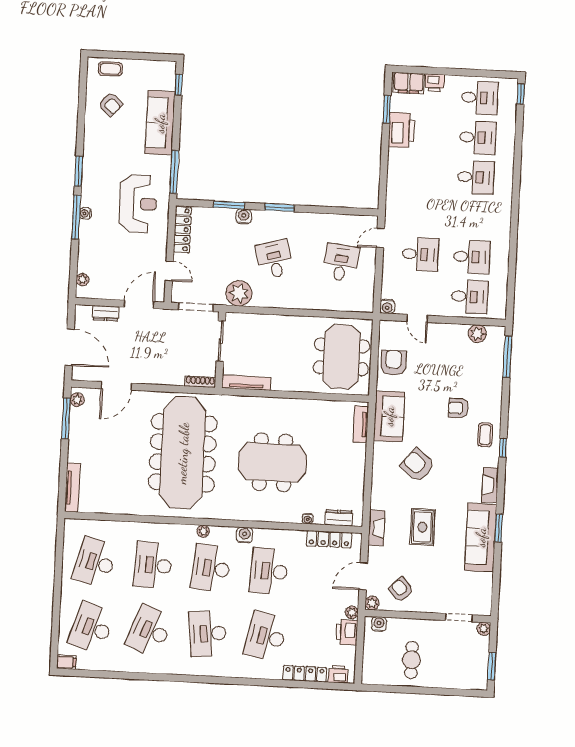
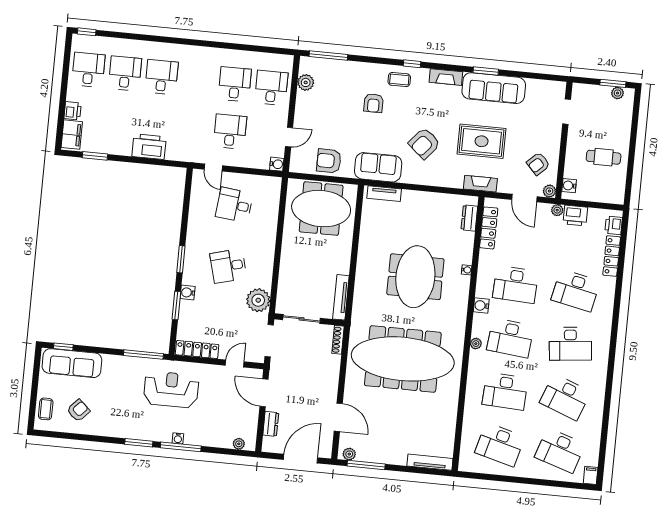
sofa: (160, 123) -> (72, 363), moved
printer: (402, 130) -> (149, 147), moved
water cooler: (308, 519) -> (467, 270), moved
rug: (422, 527) -> (482, 141), width x1.36, depth x1.43
plant: (484, 629) -> (617, 93), moved

